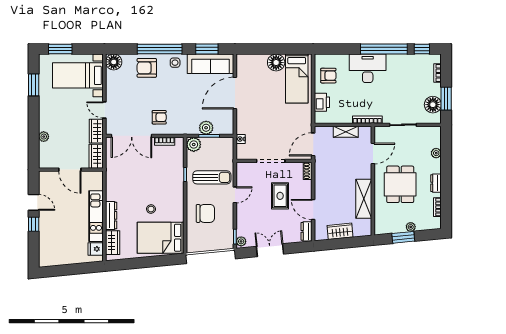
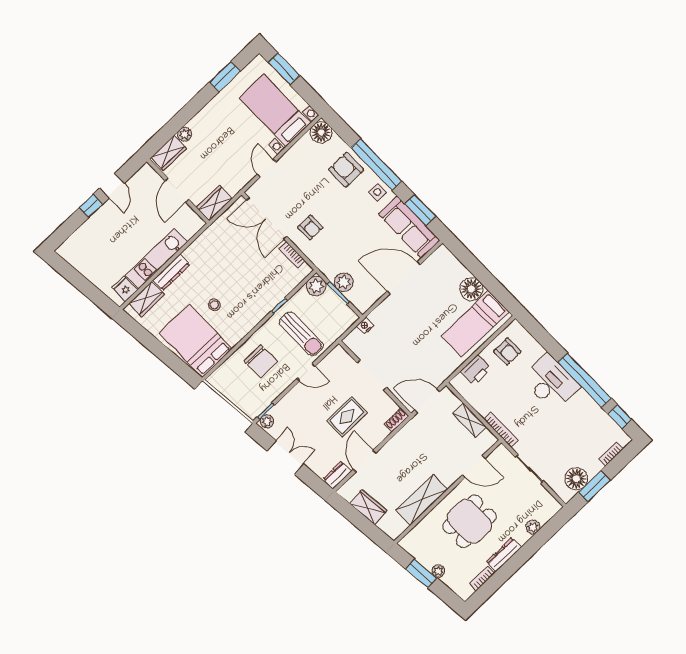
wardrobe: (96, 131) -> (169, 153), moved, turned 180
dresser: (436, 183) -> (504, 555), width x1.44

